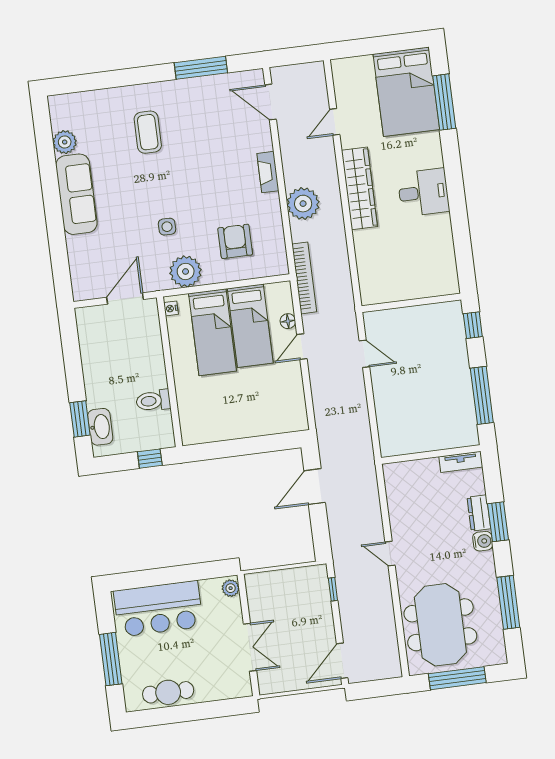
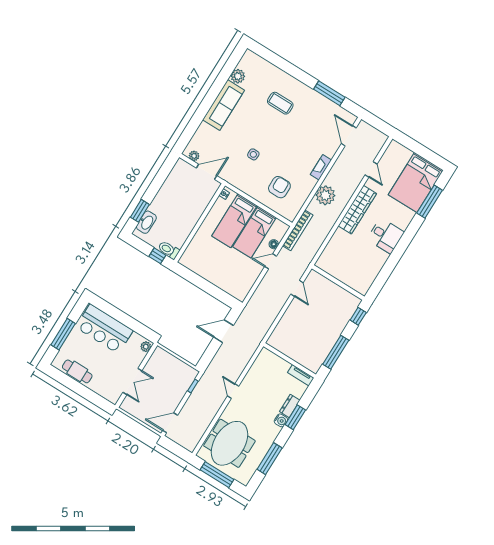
door: (335, 122) -> (371, 169), swing flipped
coffee table: (148, 132) -> (280, 103), turned 90
plant: (186, 271) -> (194, 156), moved, width x0.53, depth x0.53
toilet: (153, 401) -> (169, 250), moved

